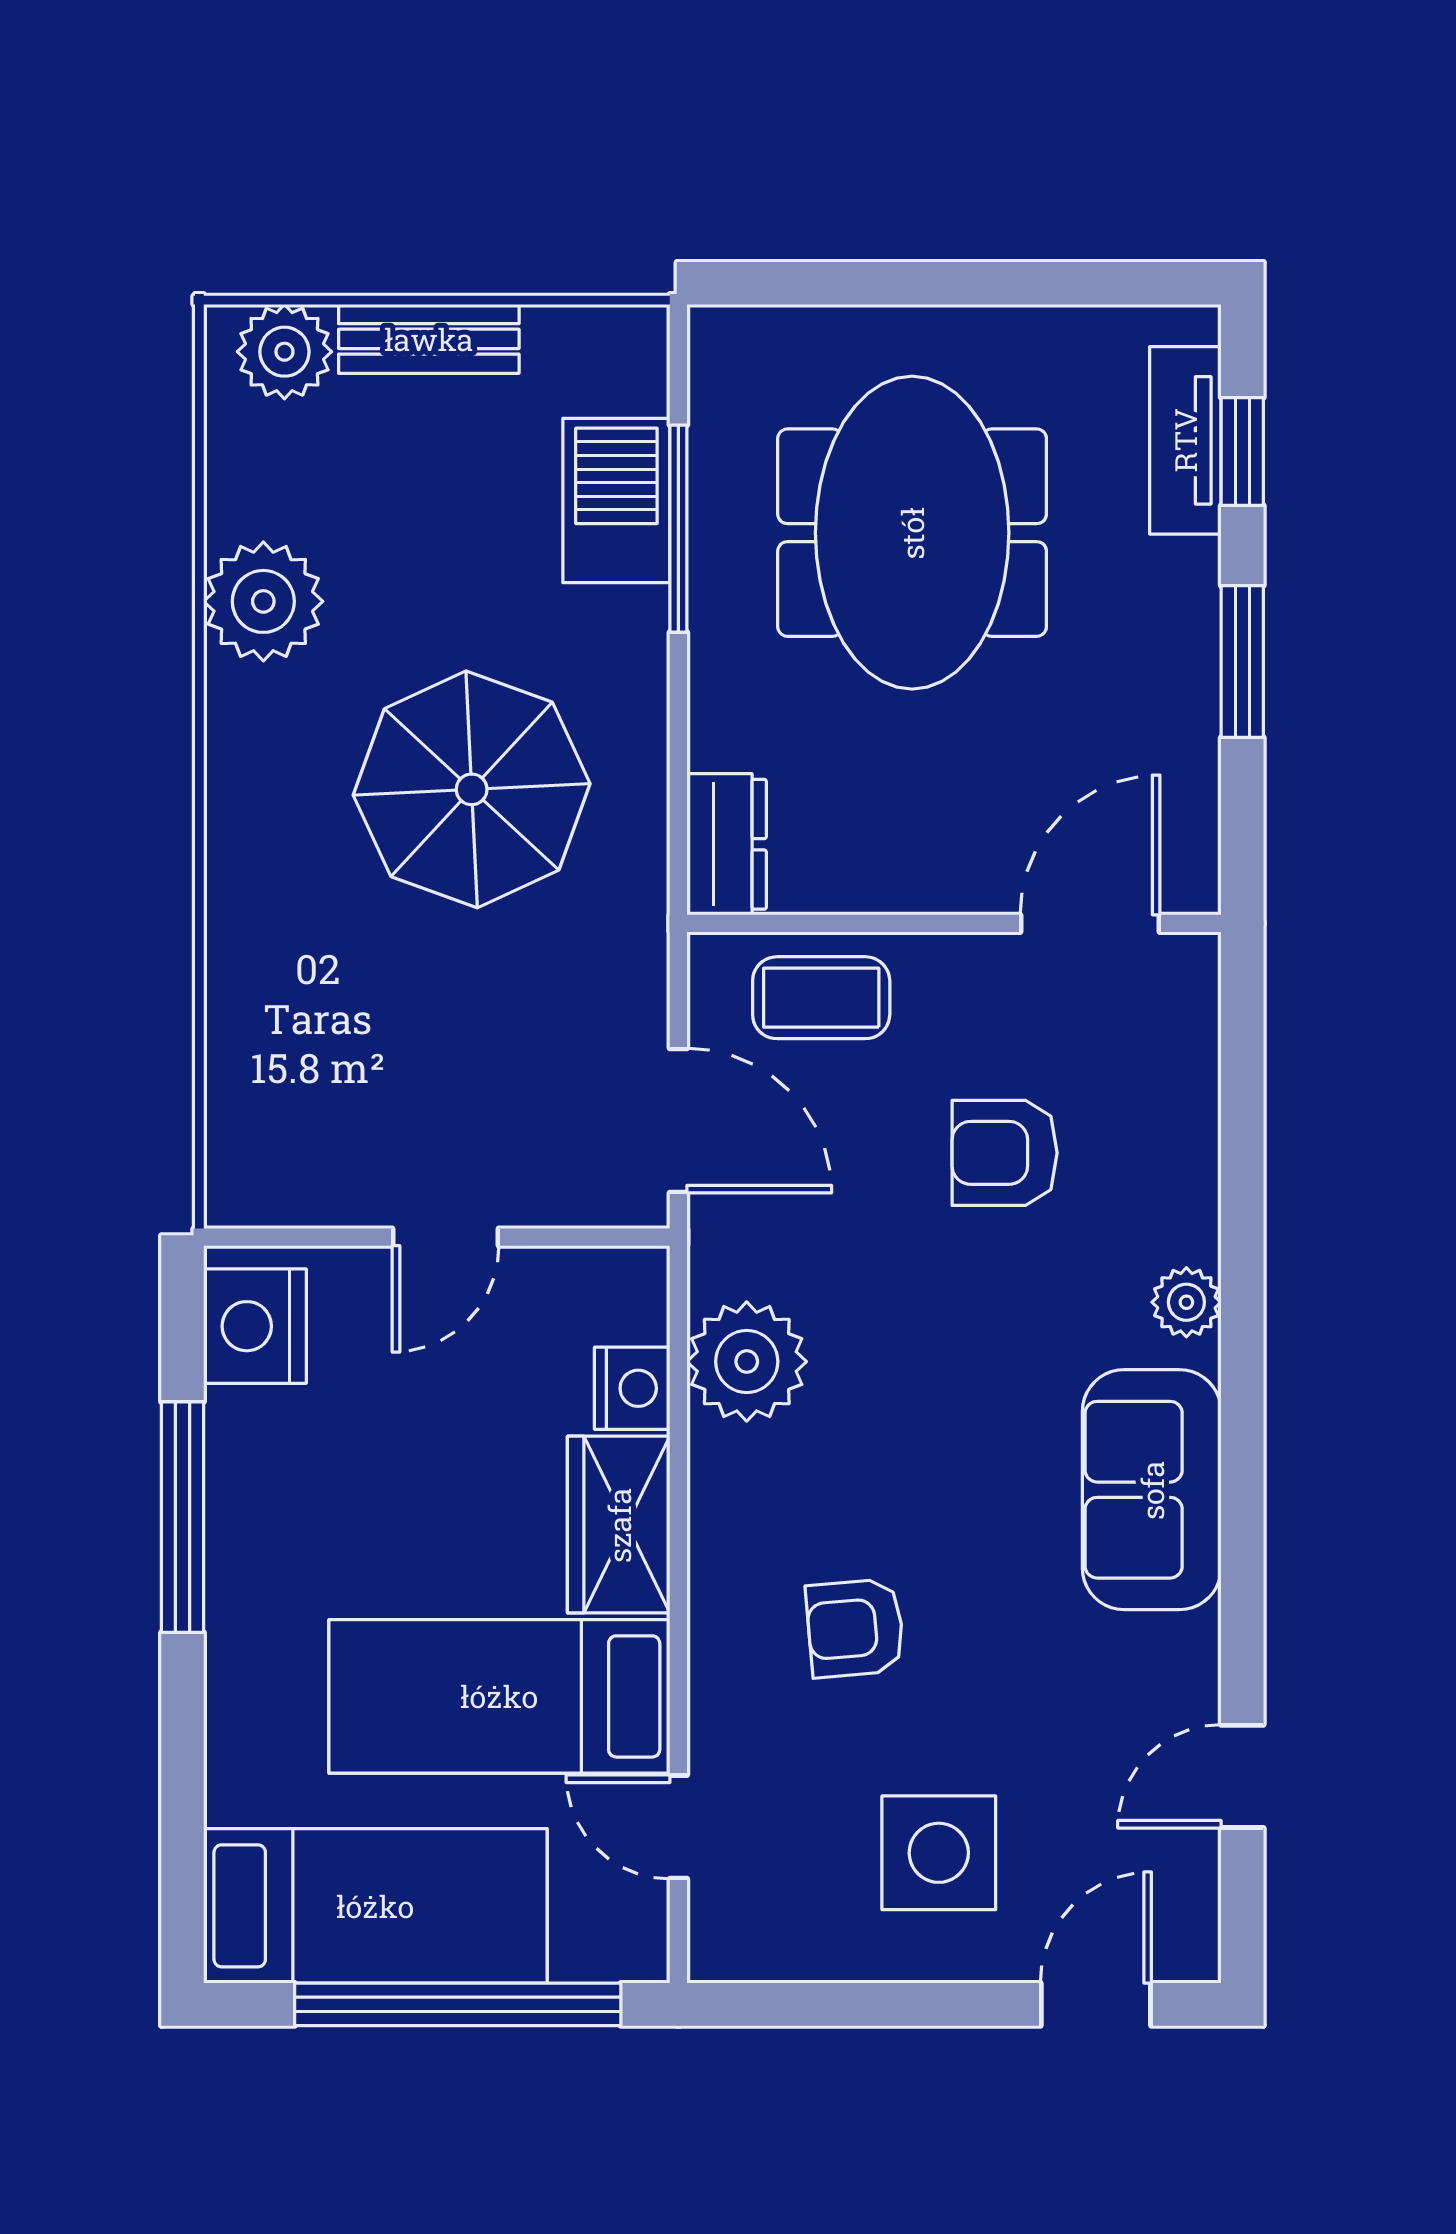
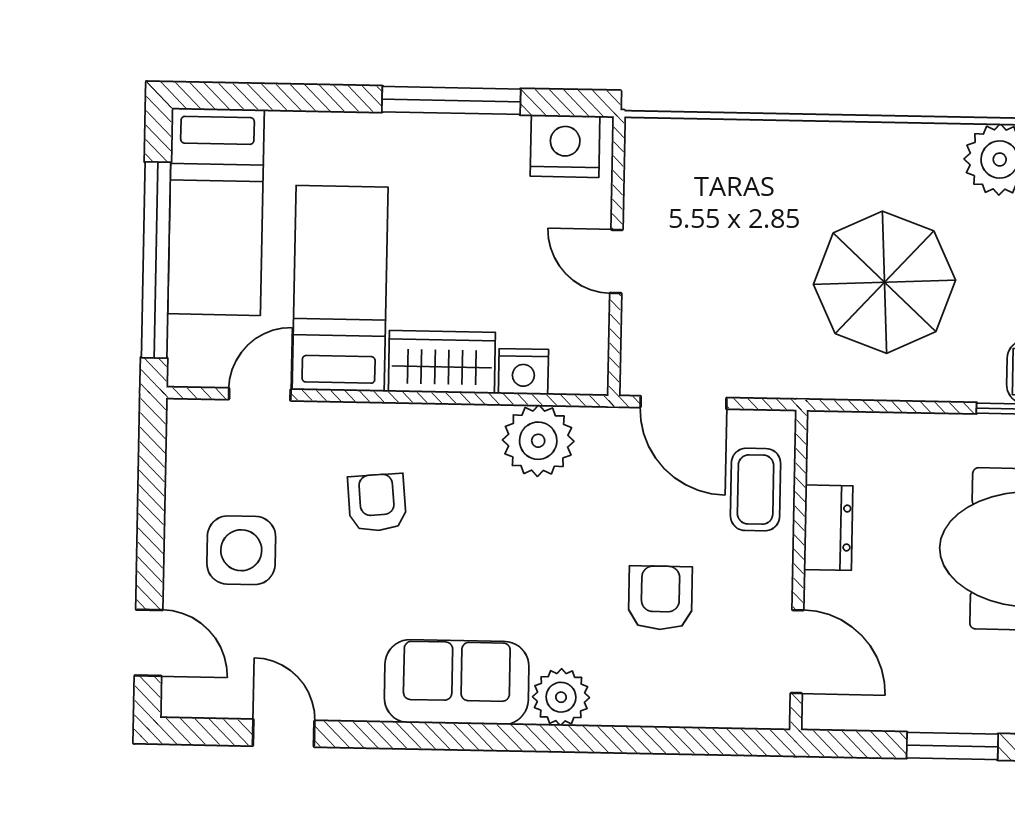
dresser: (727, 844) -> (828, 528), moved, turned -90
door: (678, 1121) -> (683, 403), hinge flipped
plant: (1186, 1302) -> (561, 697), width x1.38, depth x1.38

